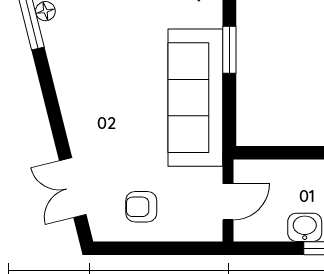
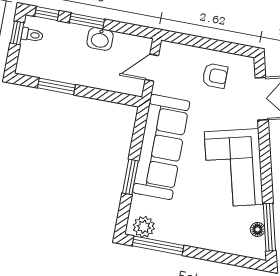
corner sofa: (93, 88) -> (234, 168), added

